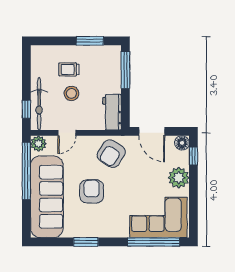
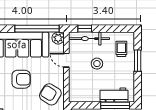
window: (90, 41) -> (138, 61), moved
trolley: (69, 69) -> (121, 49), moved
workbench: (112, 112) -> (114, 95), moved

